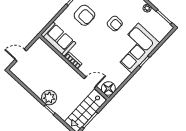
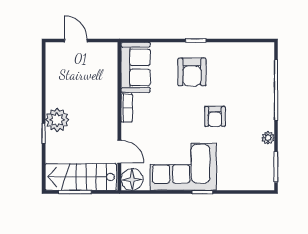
corner sofa: (135, 48) -> (183, 167), moved

